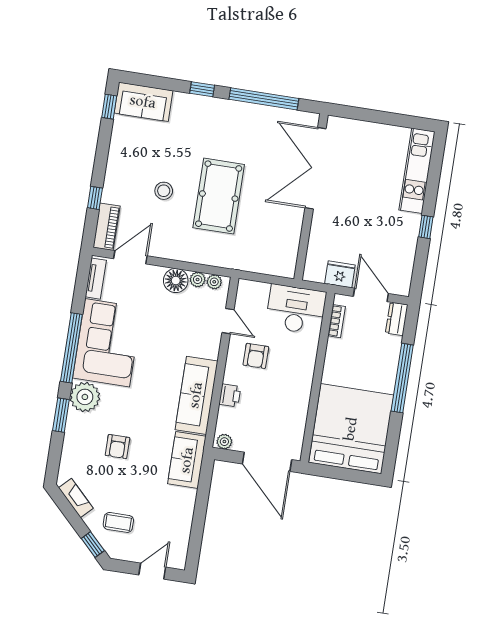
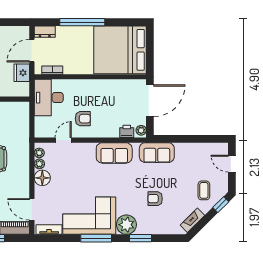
window: (71, 348) -> (96, 238), width x0.68
sofa: (196, 395) -> (114, 153), width x0.73
printer: (230, 395) -> (127, 131), moved
armchair: (118, 447) -> (155, 199), turned 180

